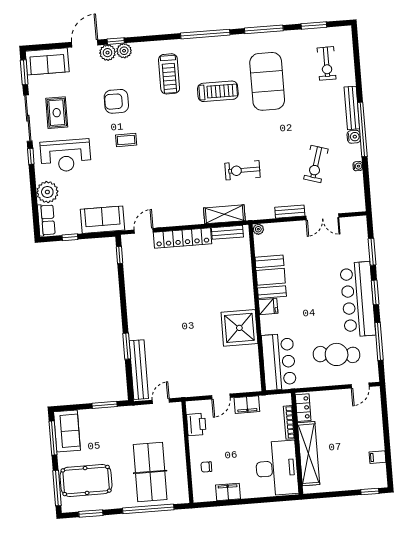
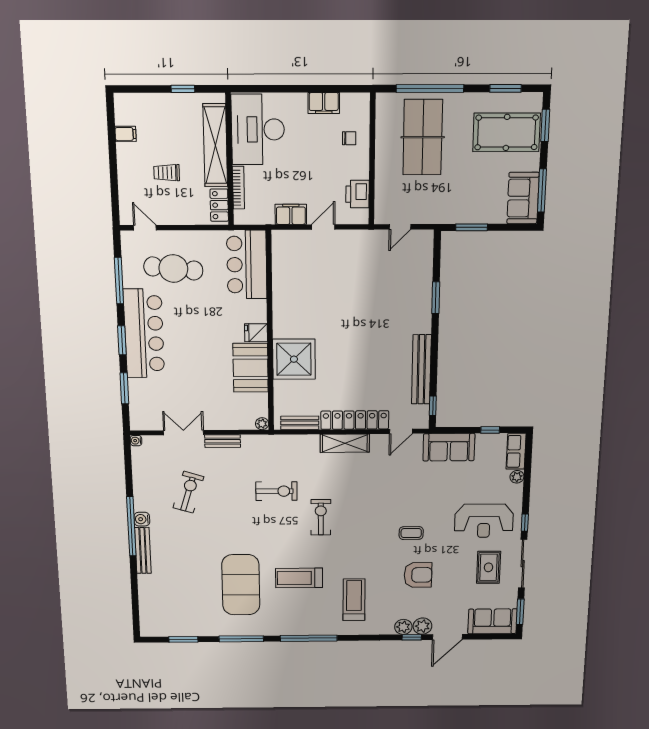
exercise bike: (327, 63) -> (321, 517), moved
reception desk: (66, 156) -> (484, 521), turned 180
water cooler: (358, 166) -> (136, 441), moved
plant: (47, 192) -> (517, 477), width x0.53, depth x0.53
shelving: (224, 214) -> (345, 443), moved
shower: (239, 328) -> (294, 359), moved
bench: (139, 370) -> (421, 369), moved
door: (360, 386) -> (145, 228), hinge flipped
trolley: (345, 430) -> (167, 173), added
window: (57, 488) -> (545, 125), width x0.69
window: (370, 492) -> (183, 89), moved

